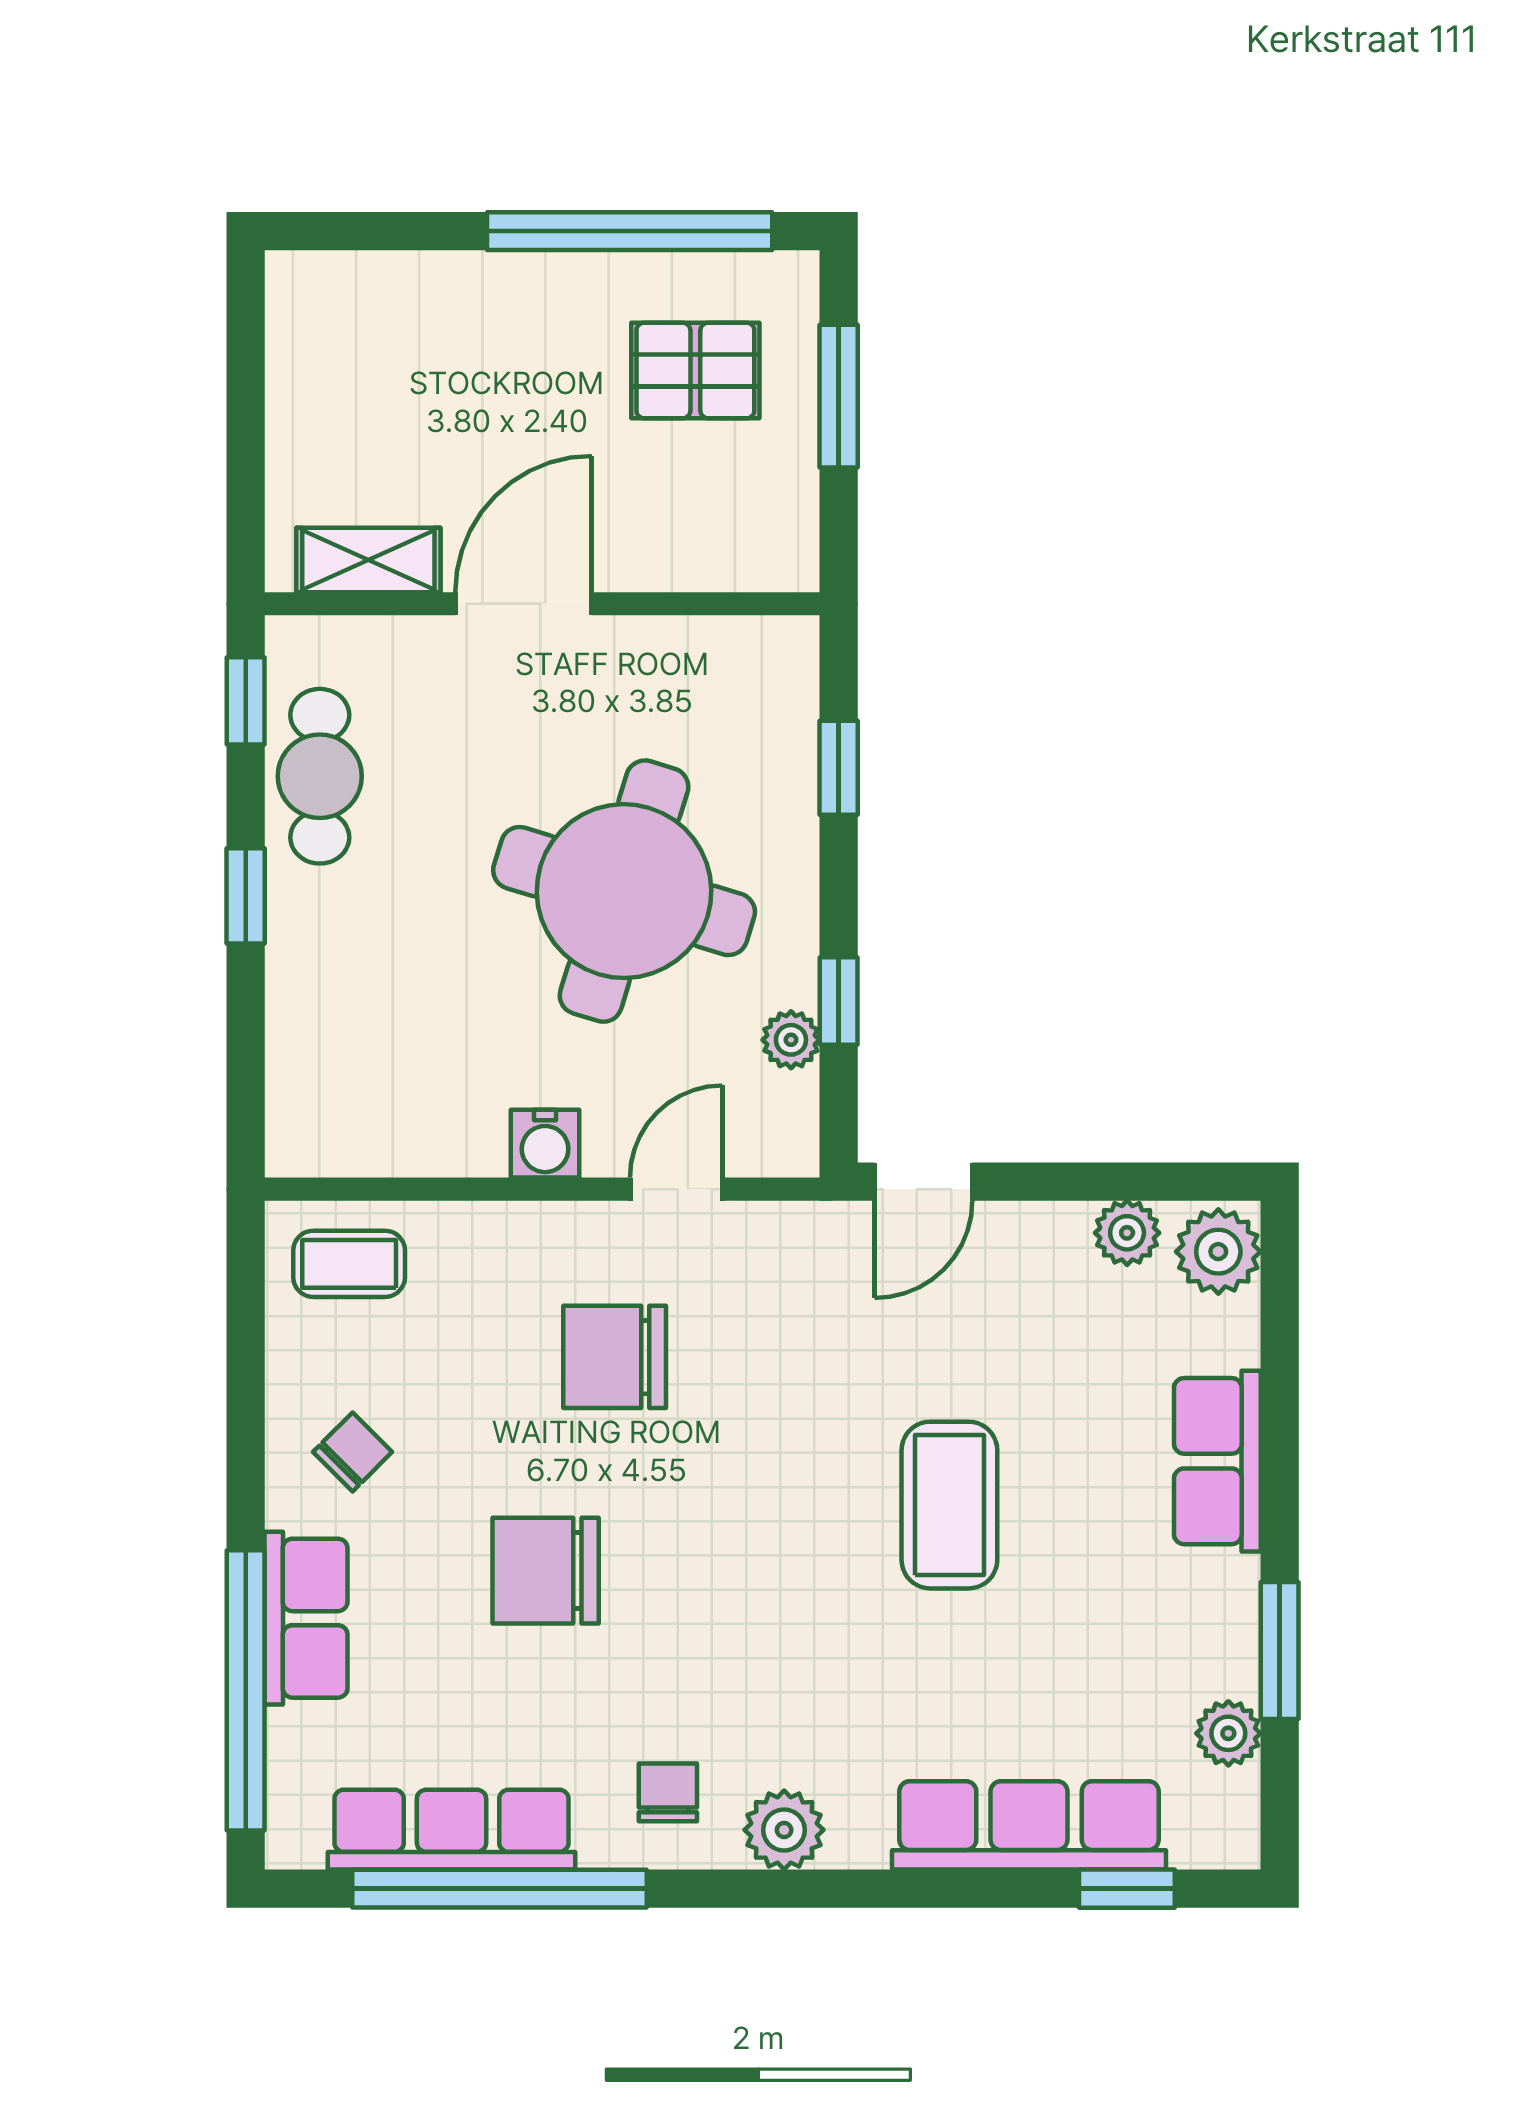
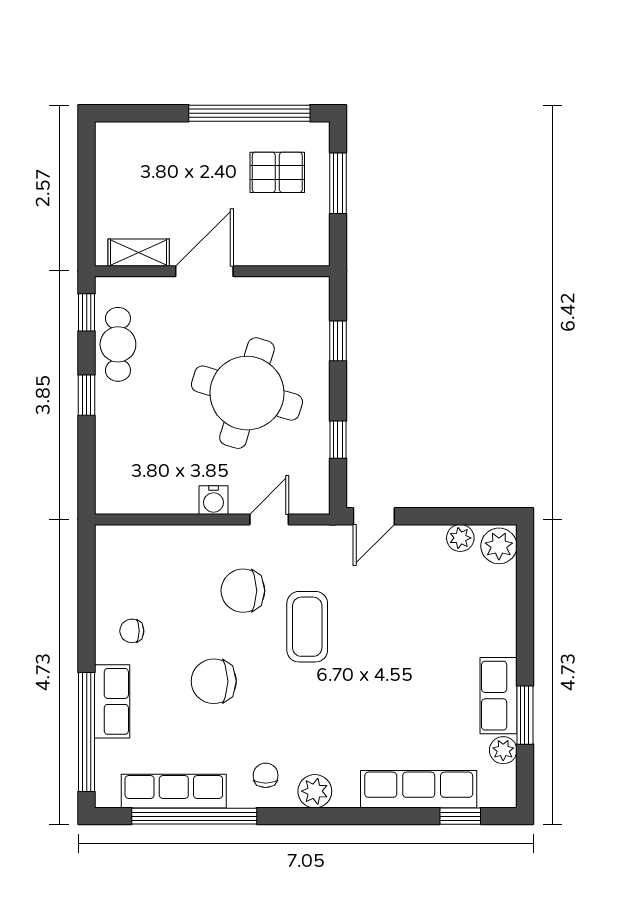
plant: (791, 1040) -> (318, 456), removed
coffee table: (349, 1264) -> (130, 551), removed
chair: (353, 1452) -> (132, 631), turned -135
row of seats: (1217, 1461) -> (499, 696), moved
coffee table: (949, 1505) -> (307, 627), moved

